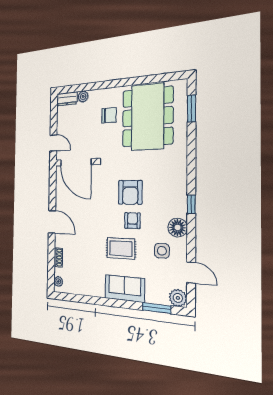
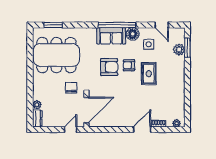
chair: (109, 115) -> (71, 88), moved
window: (191, 204) -> (117, 25), width x3.17
door: (52, 222) -> (142, 130), moved
door: (191, 273) -> (162, 25), swing flipped
sofa: (125, 288) -> (111, 36), moved, turned -90
plant: (178, 298) -> (179, 50), moved

